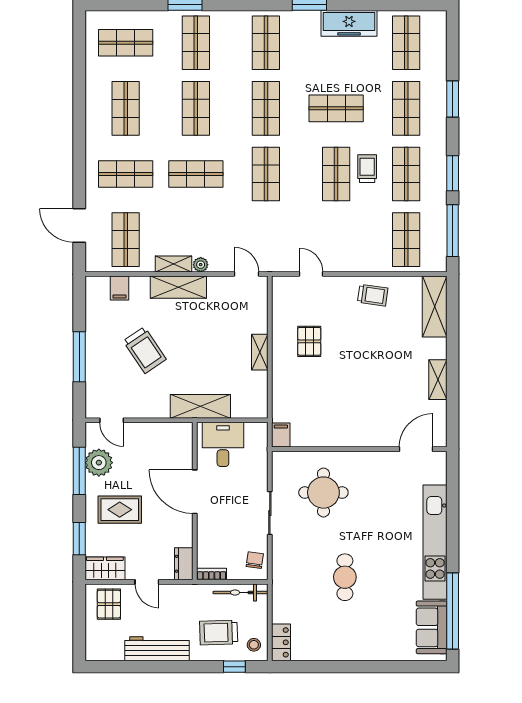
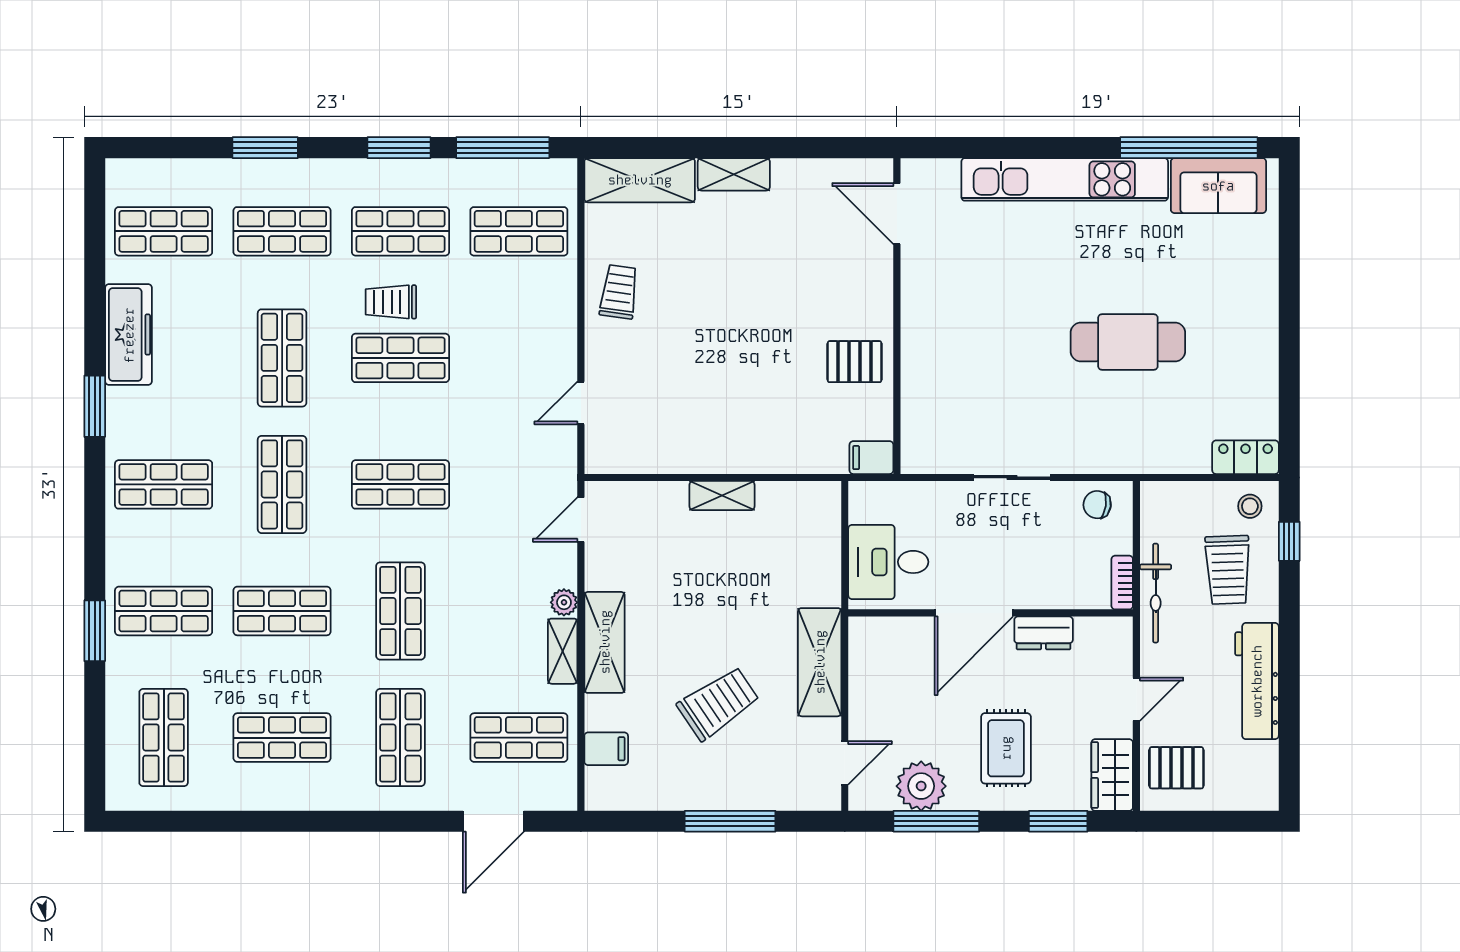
shop shelf: (266, 108) -> (282, 484), turned 90
pallet: (309, 341) -> (855, 362), moved
shelving: (438, 380) -> (734, 174), moved
shelving: (200, 406) -> (820, 662), moved
round table: (323, 493) -> (975, 381), removed
dresser: (184, 564) -> (1044, 633), moved
cafe table: (345, 577) -> (1128, 342), width x1.37, depth x1.35
bicycle: (240, 593) -> (1156, 593), moved

